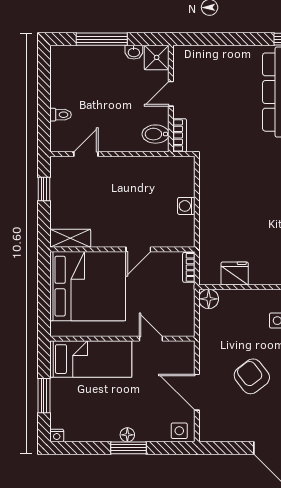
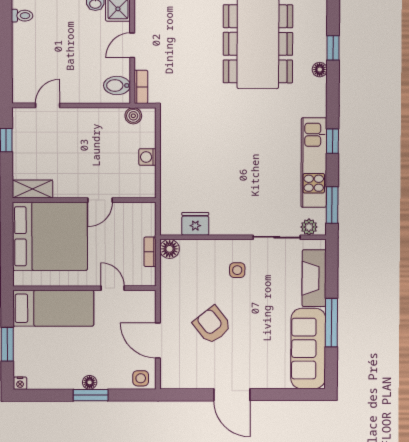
toilet: (61, 115) -> (22, 16), moved
boiler: (172, 164) -> (133, 116), added
bookcase: (189, 267) -> (150, 252), moved

